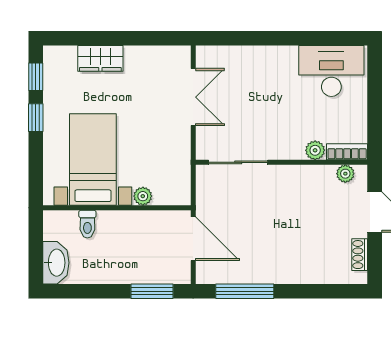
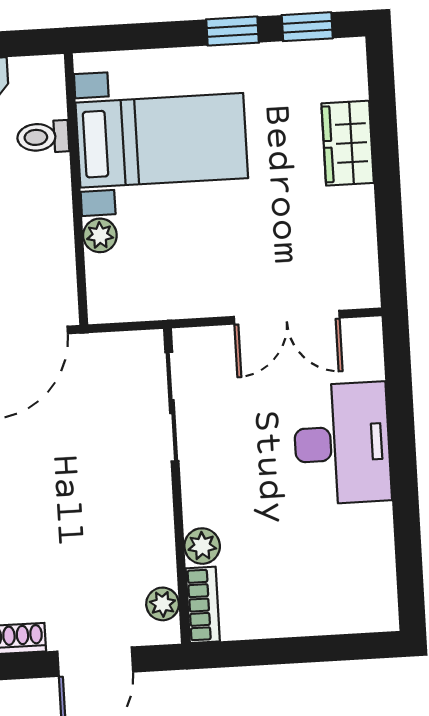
desk: (331, 71) -> (342, 443), moved

